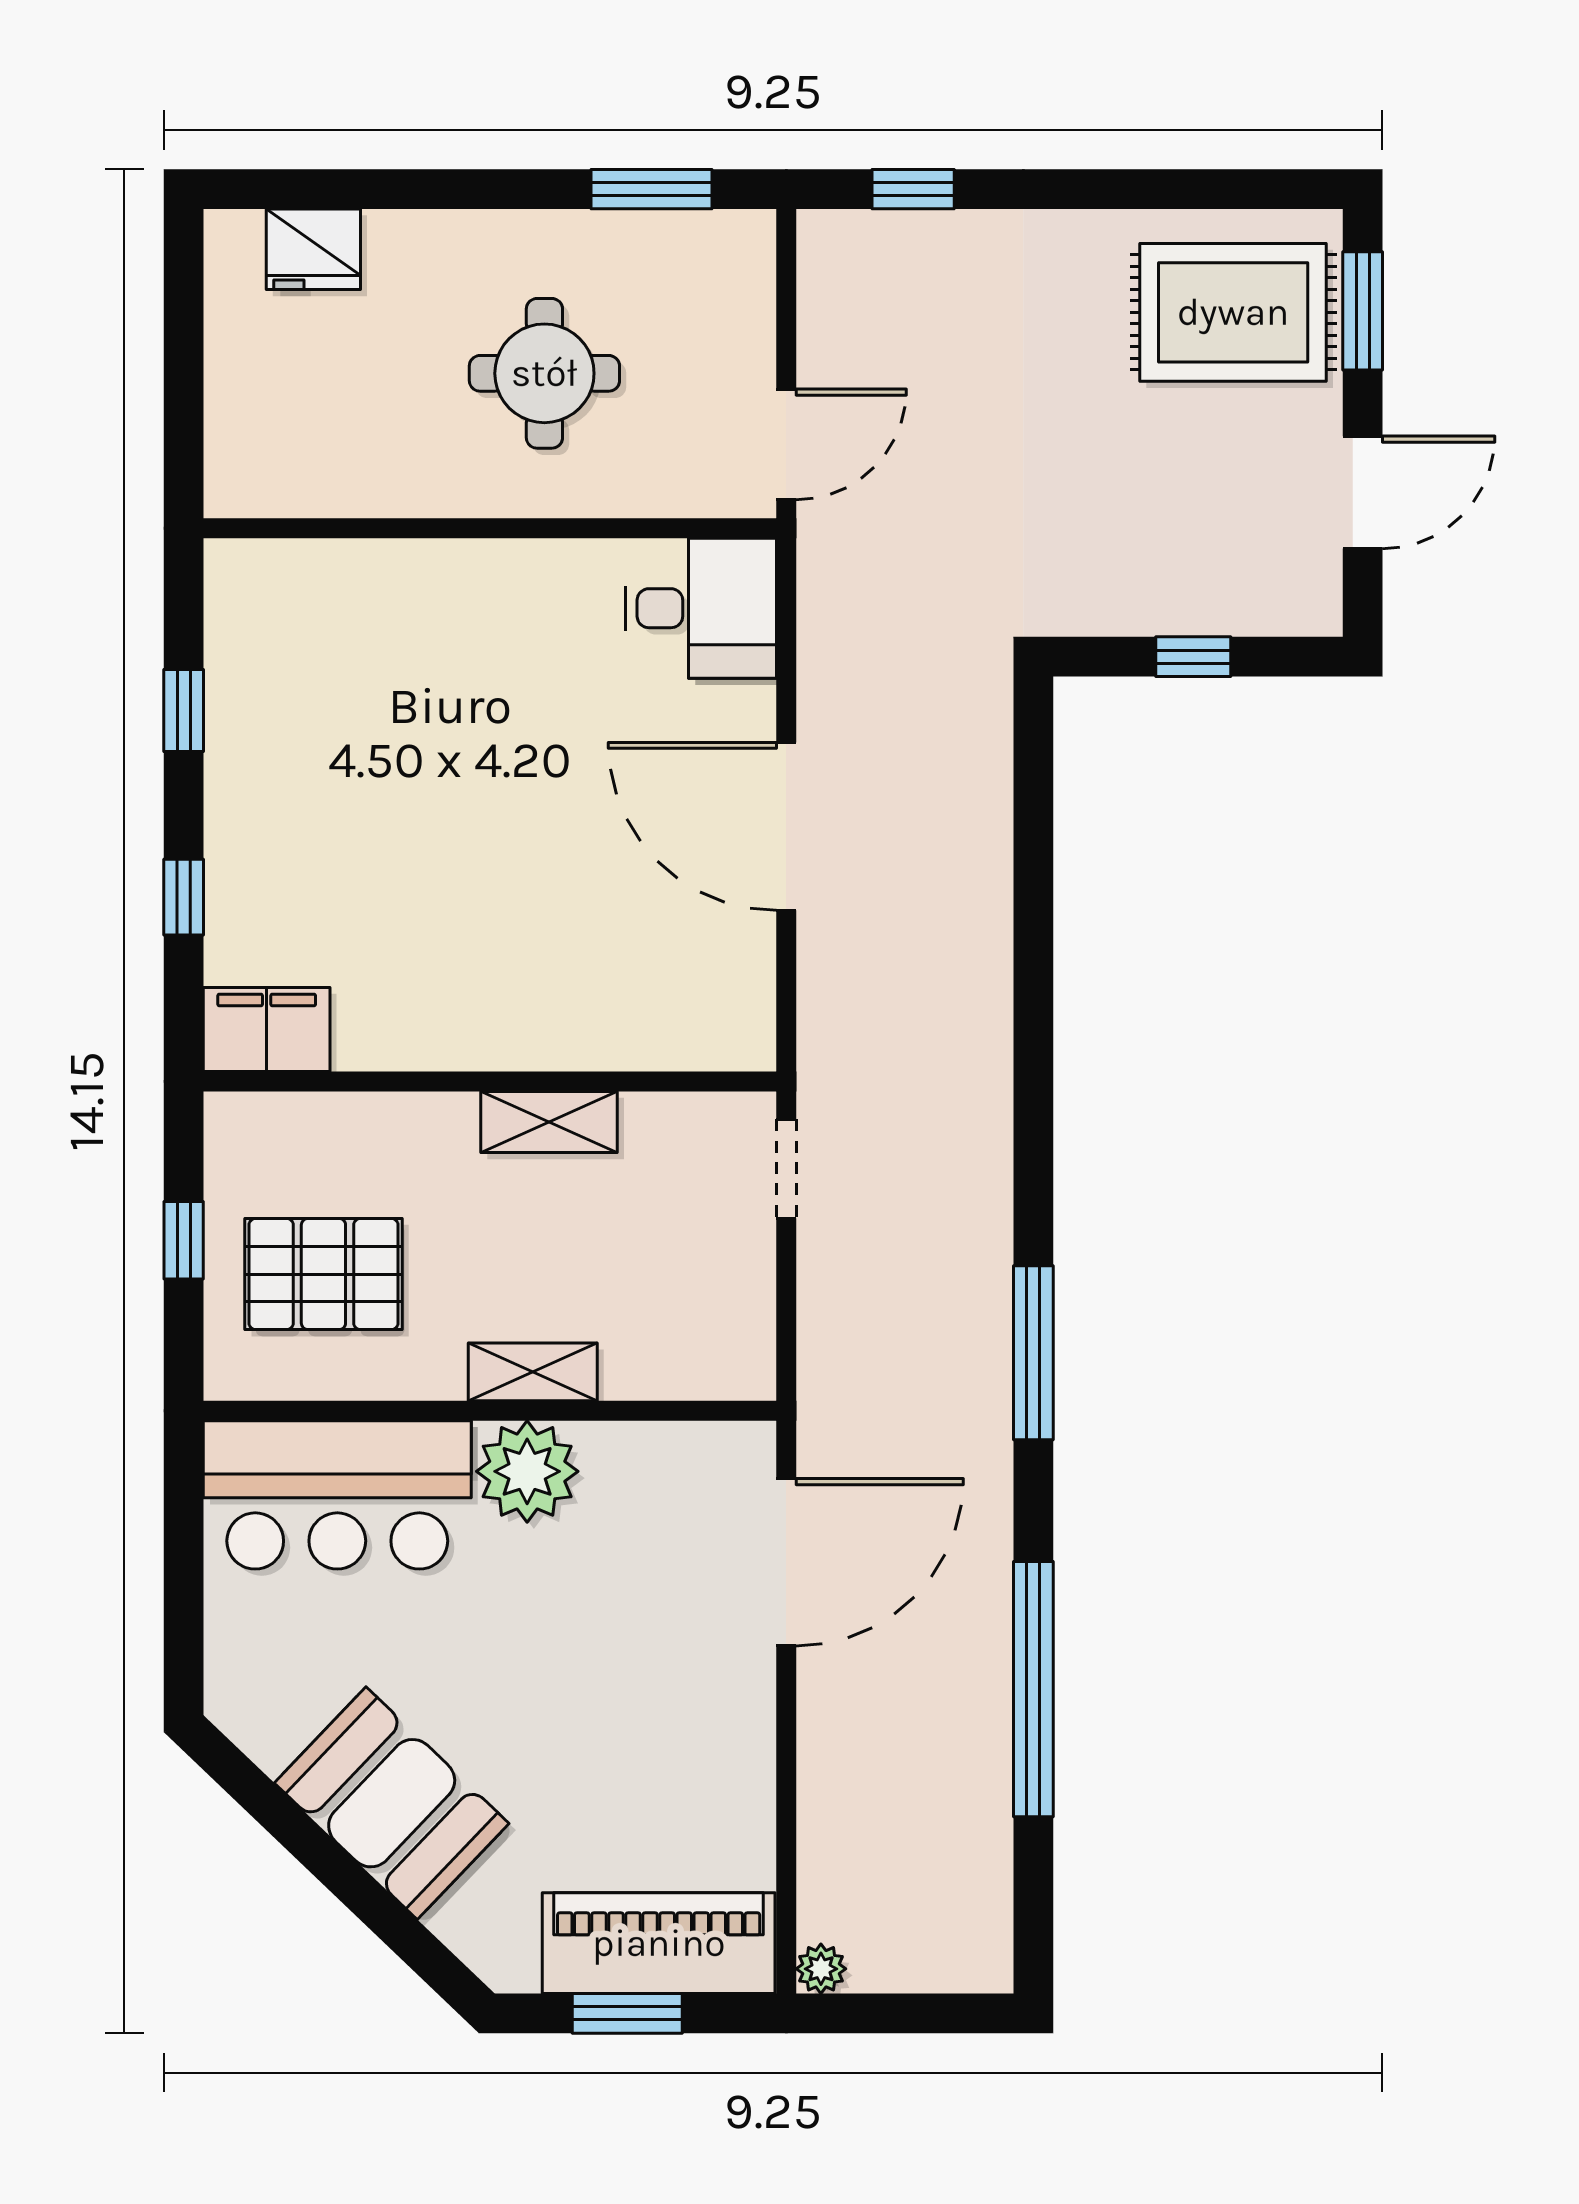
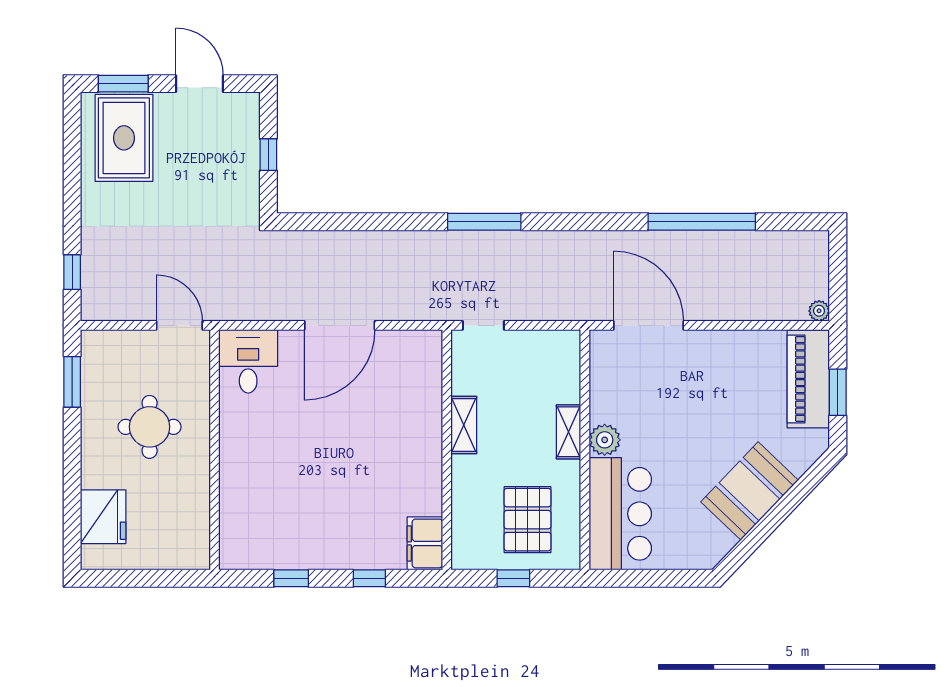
fridge: (313, 249) -> (103, 517), width x1.36, depth x1.34
window: (1033, 1353) -> (484, 222), moved
plant: (527, 1471) -> (605, 440), width x0.73, depth x0.73

